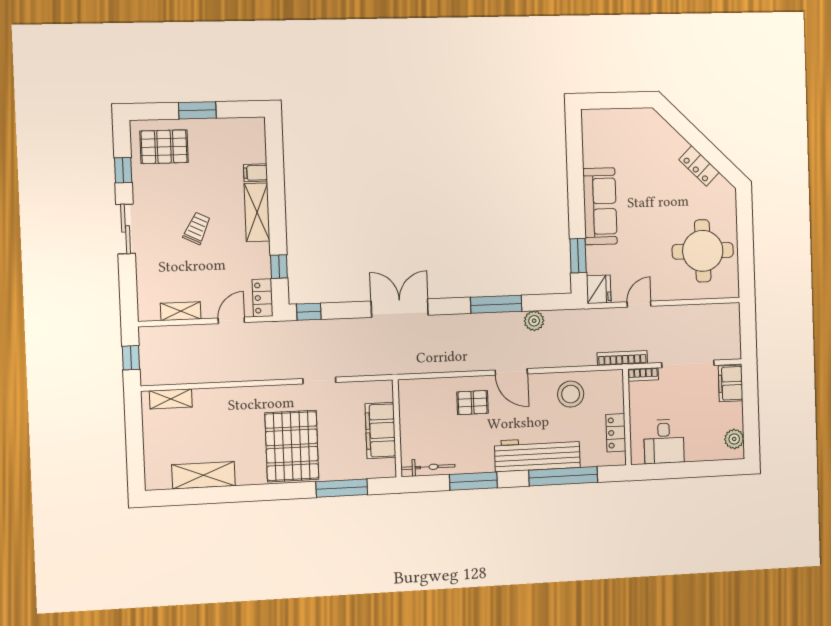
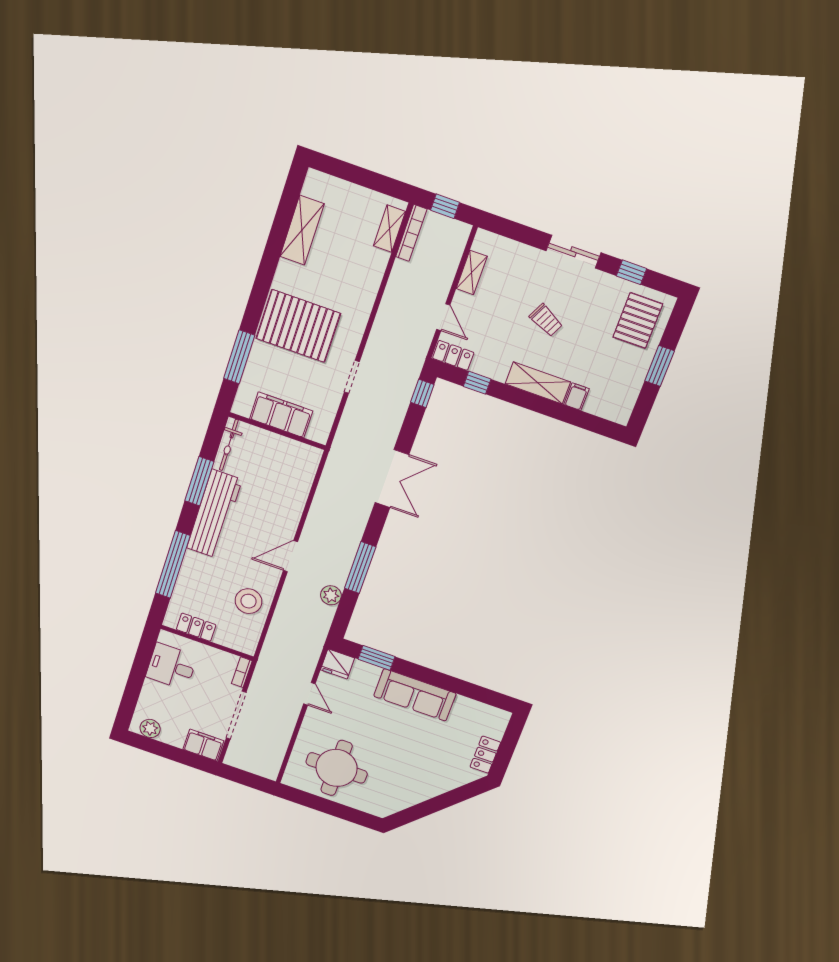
locker: (699, 166) -> (485, 755), moved, turned -45
bookcase: (622, 358) -> (411, 233), moved
pallet: (473, 403) -> (275, 510), removed
workbench: (537, 454) -> (214, 514), moved

